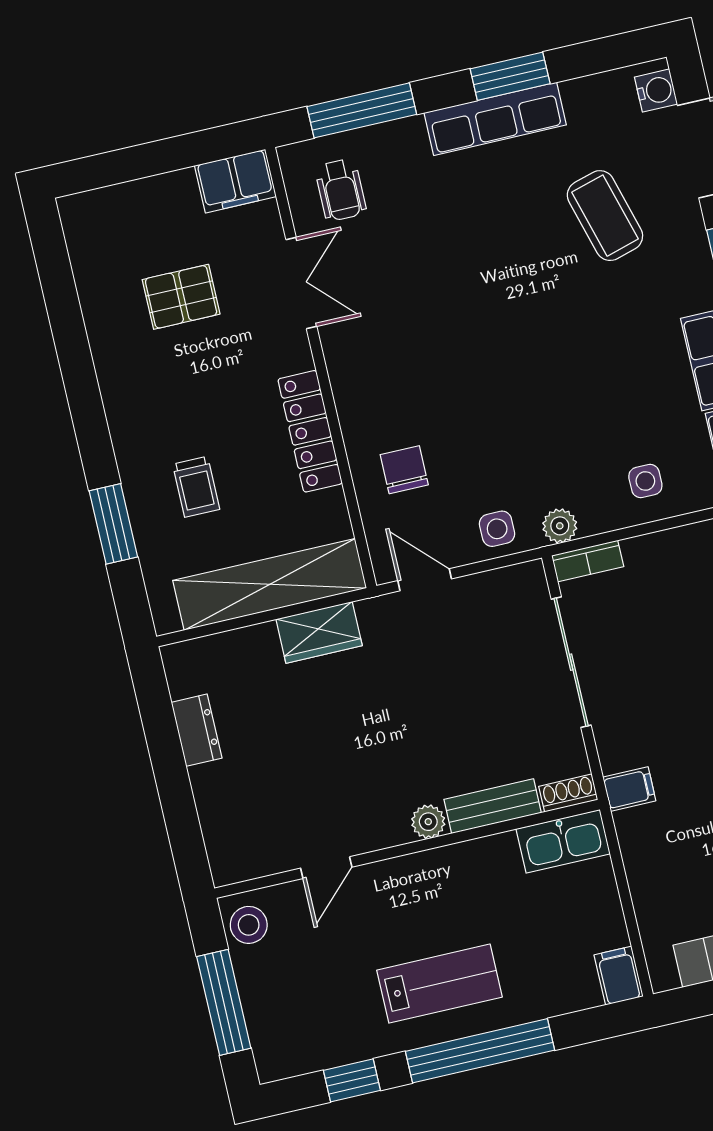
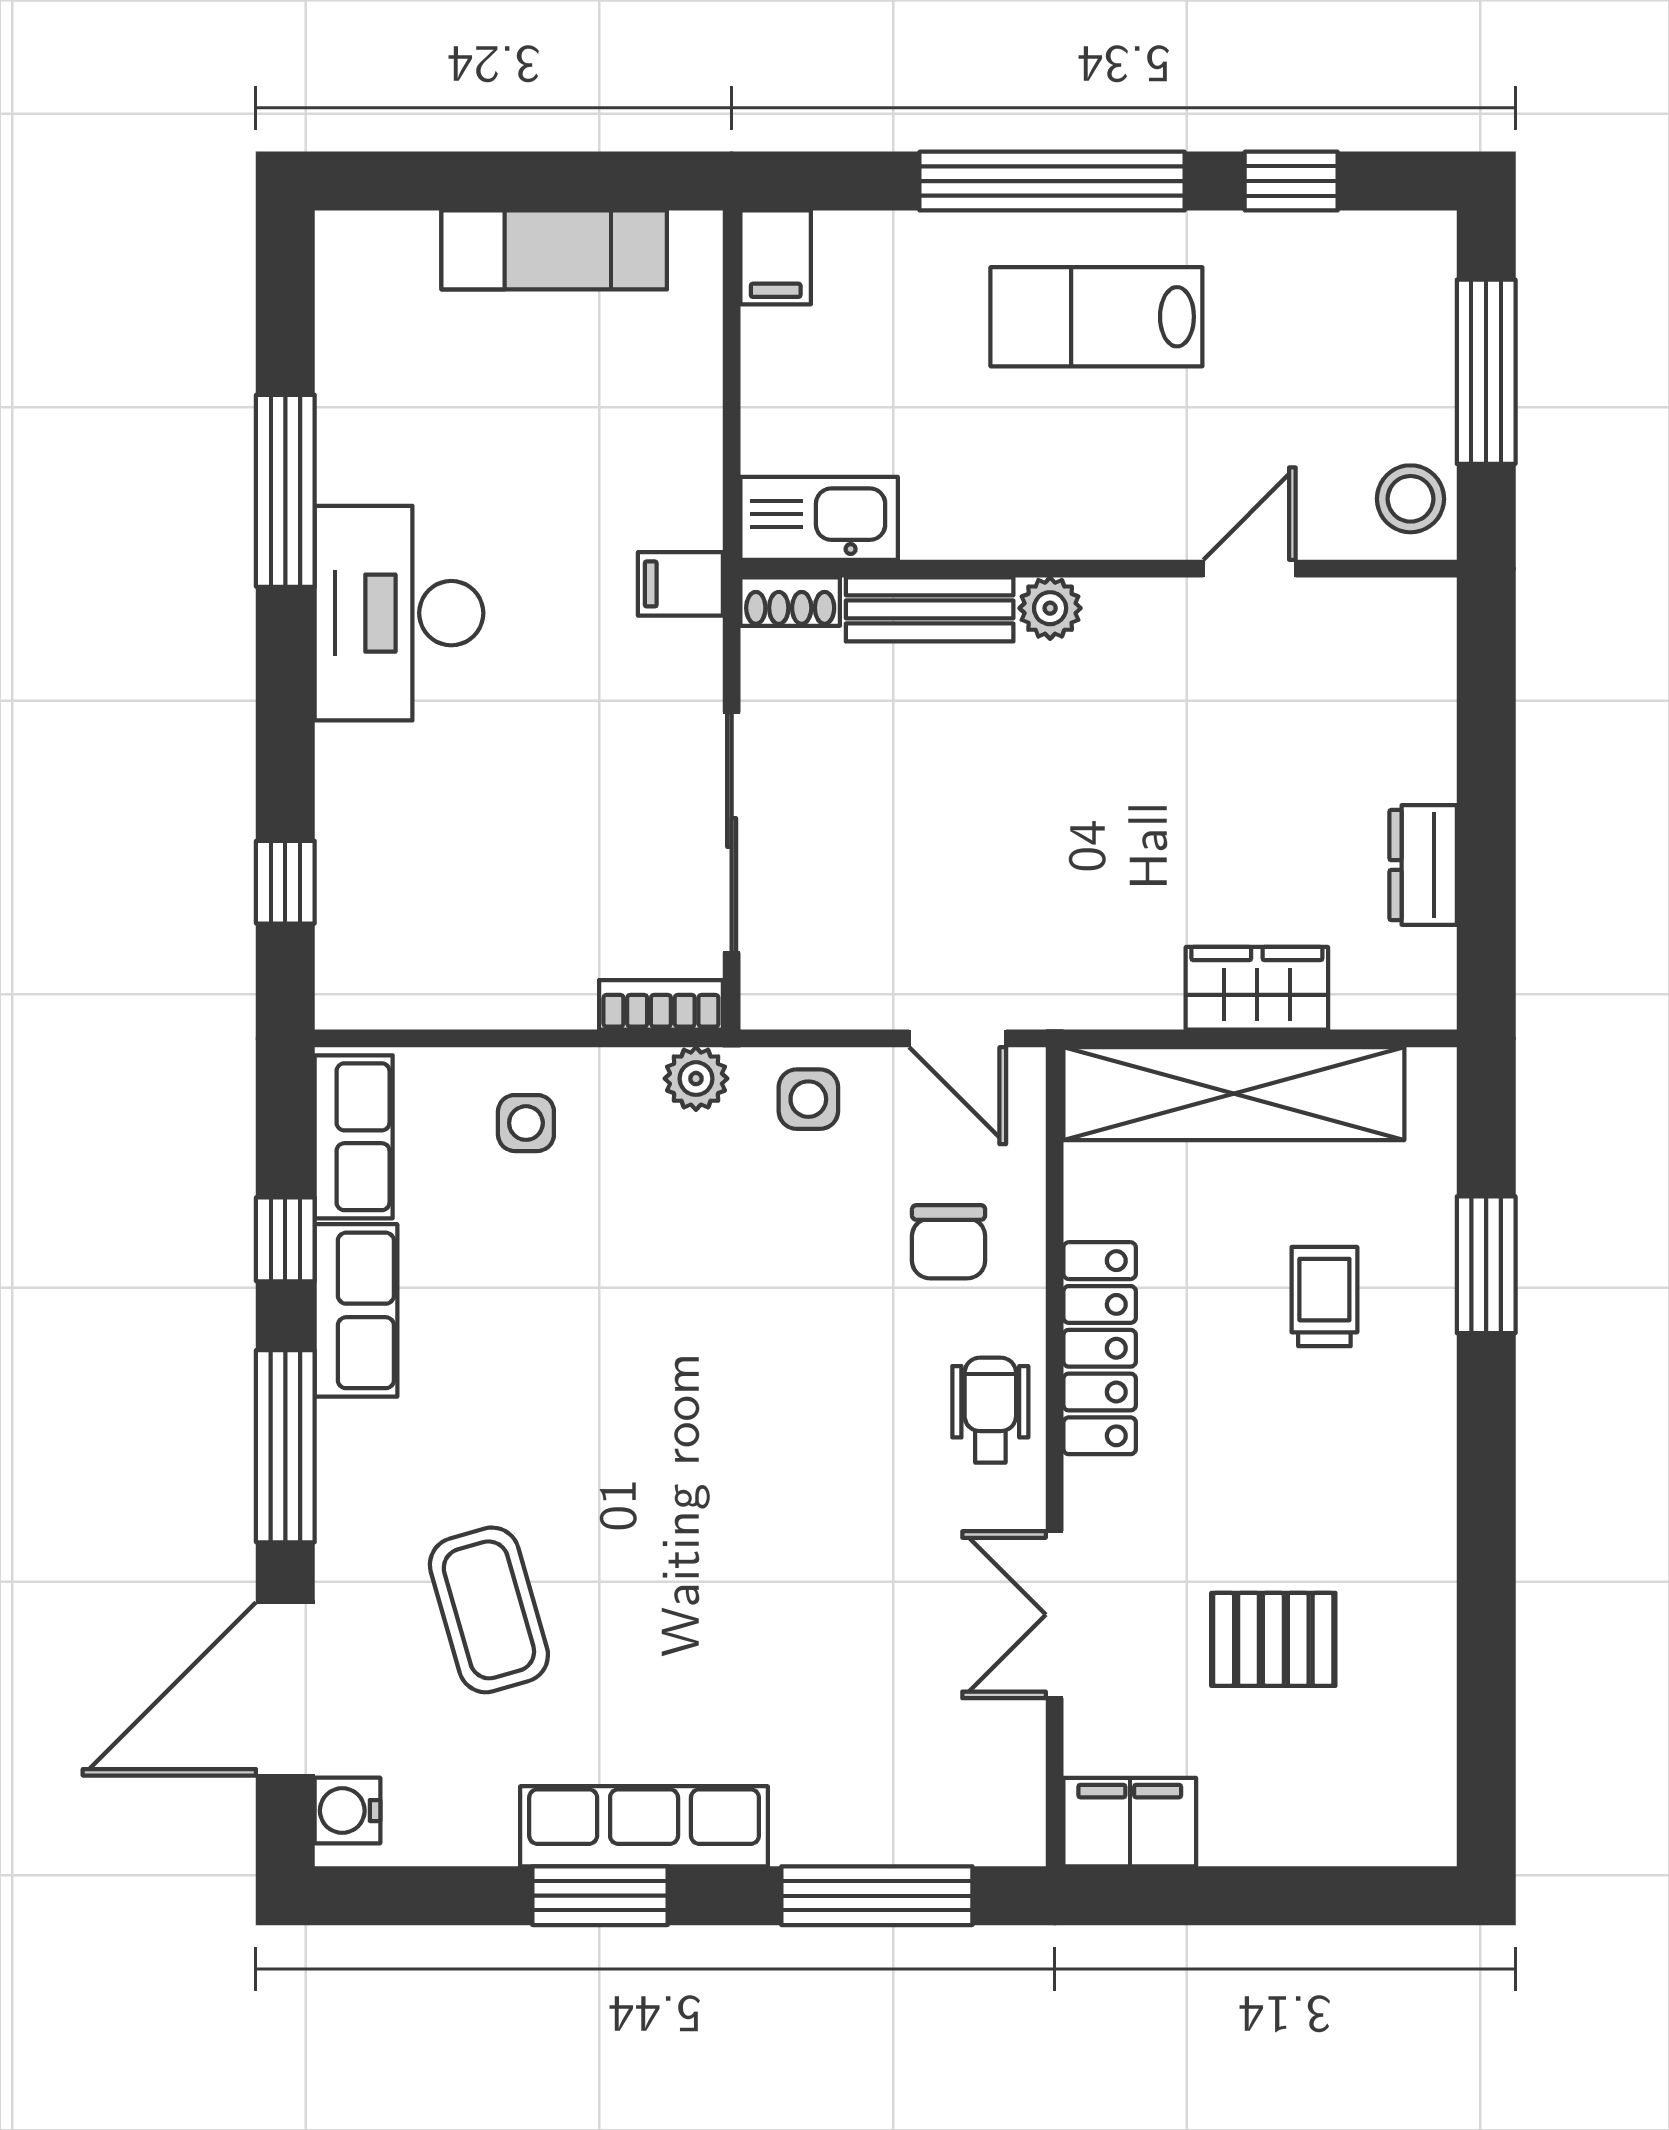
wheelchair: (341, 190) -> (990, 1410), moved
wardrobe: (319, 632) -> (1257, 988), moved

